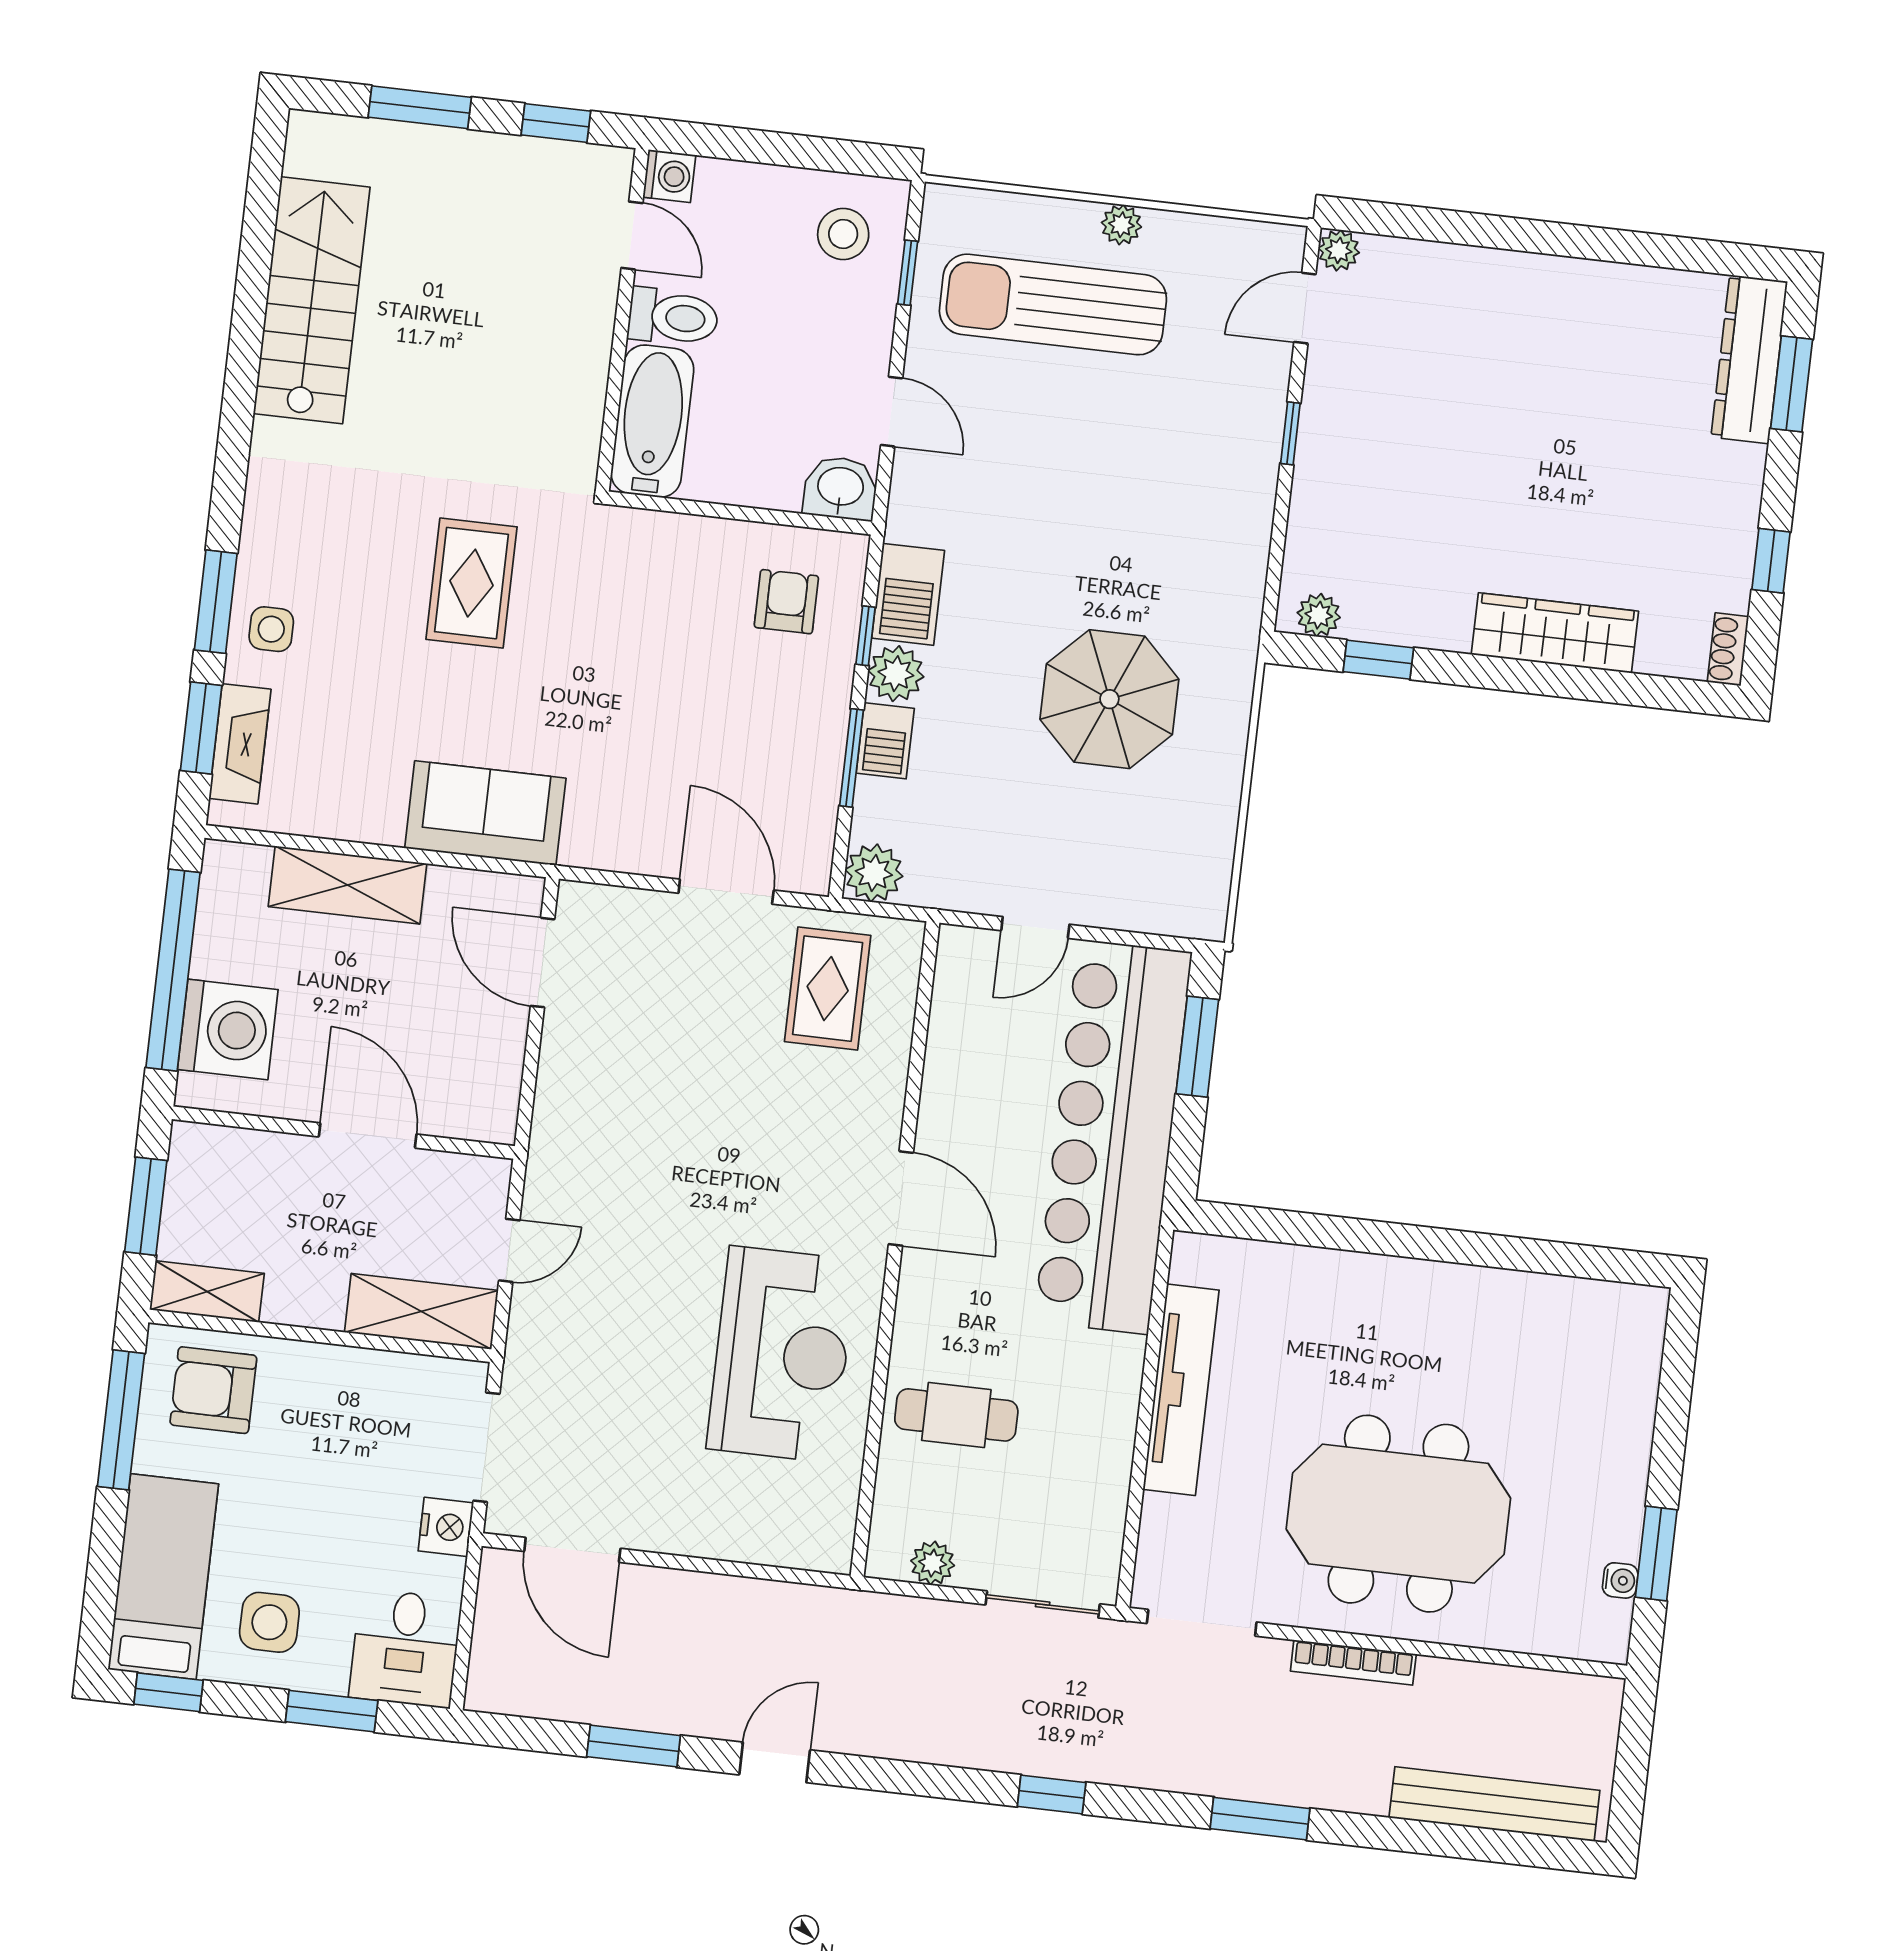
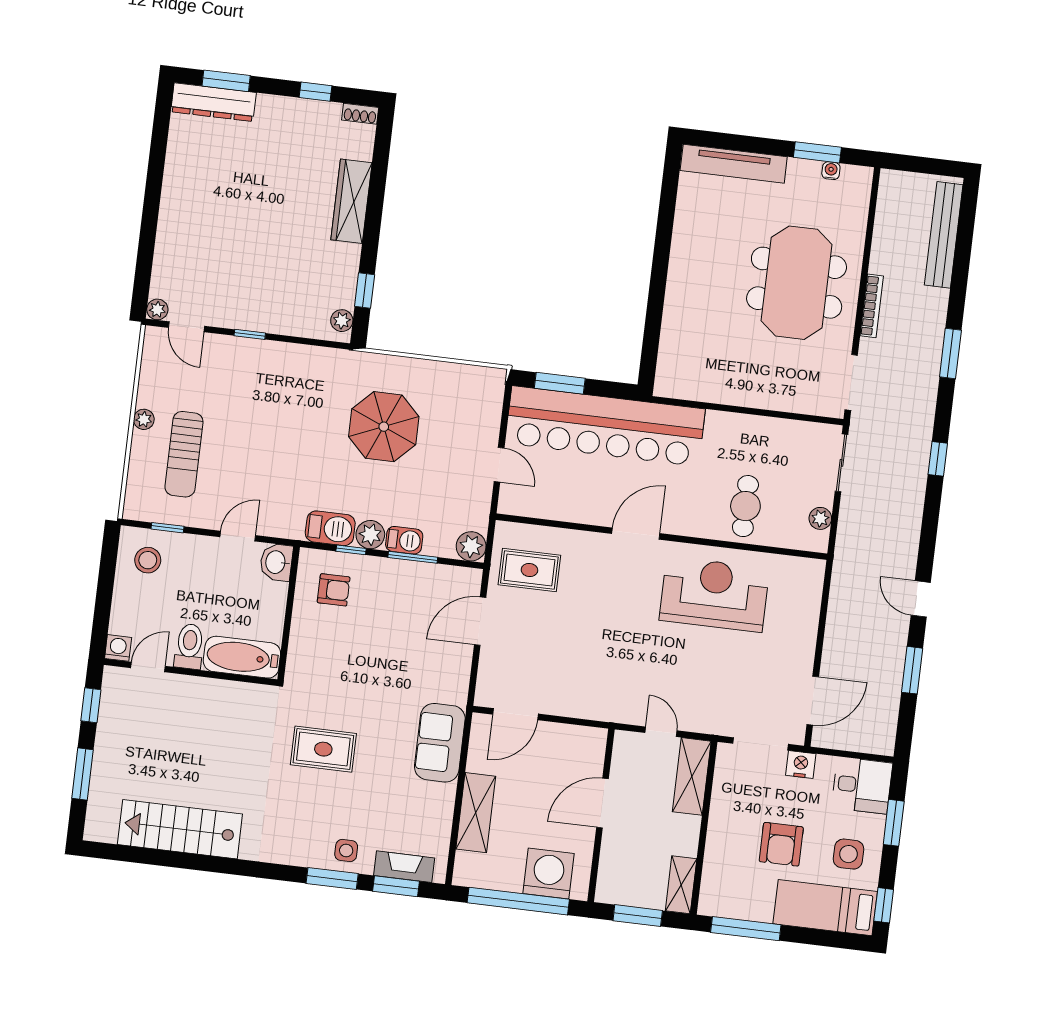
sun lounger: (1053, 304) -> (184, 454), width x0.73, depth x0.75
armchair: (786, 602) -> (334, 590), turned 180
armchair: (213, 1390) -> (781, 844), moved
tv unit: (1181, 1390) -> (734, 164), moved, turned 180

